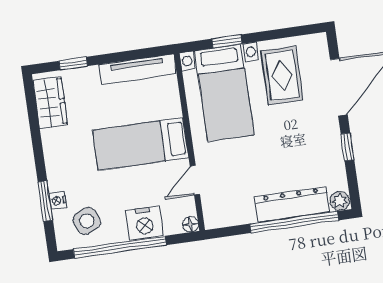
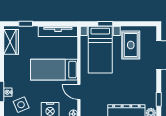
window: (347, 147) -> (159, 99), moved
door: (195, 180) -> (79, 92), hinge flipped

